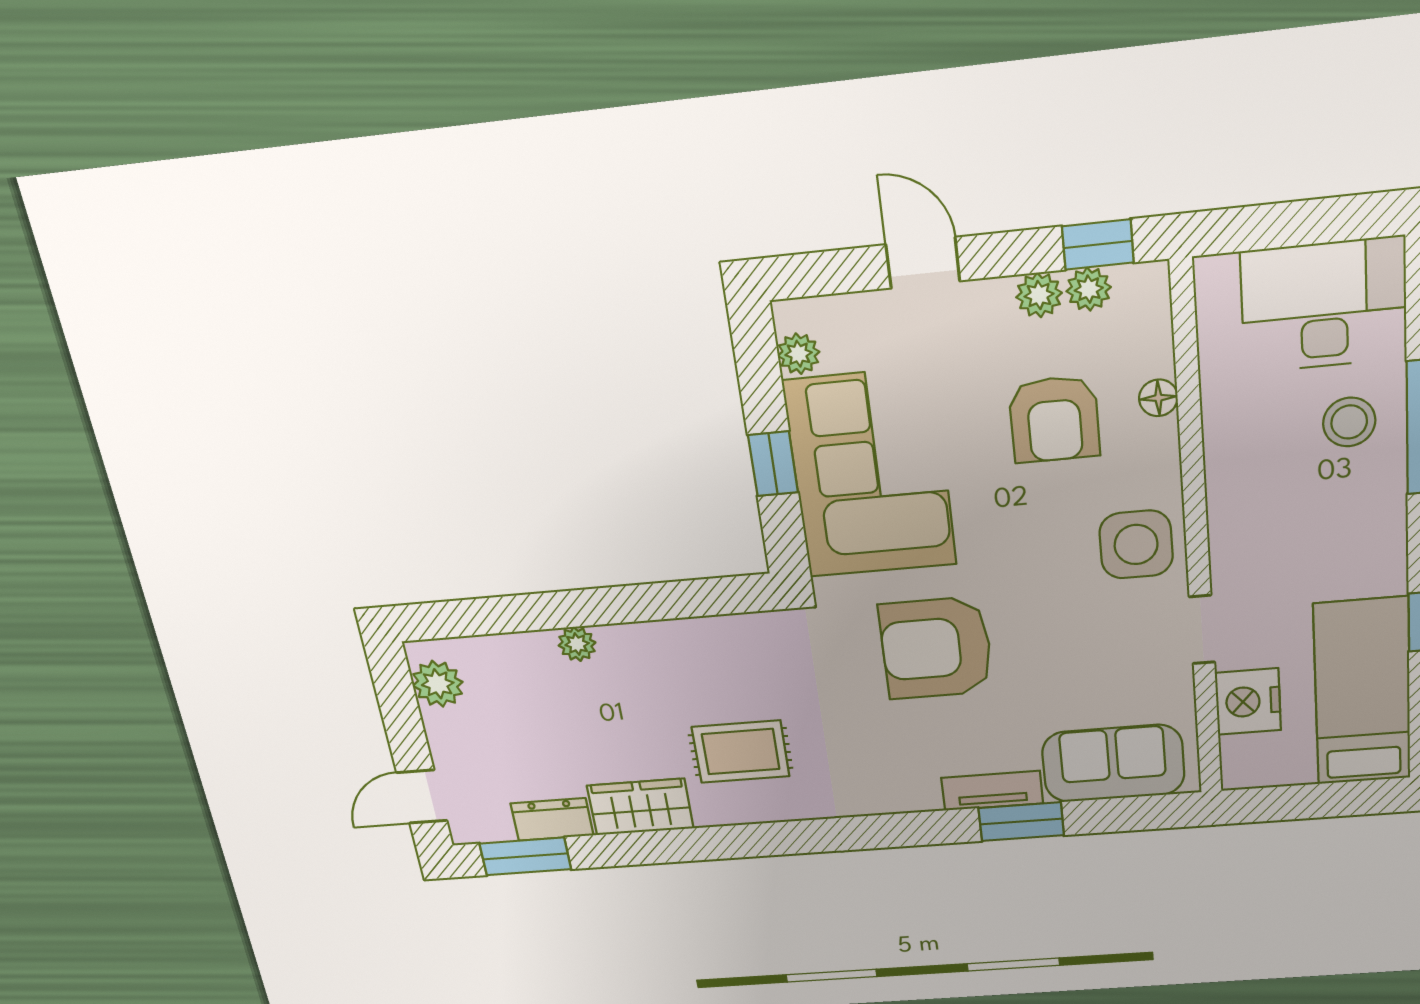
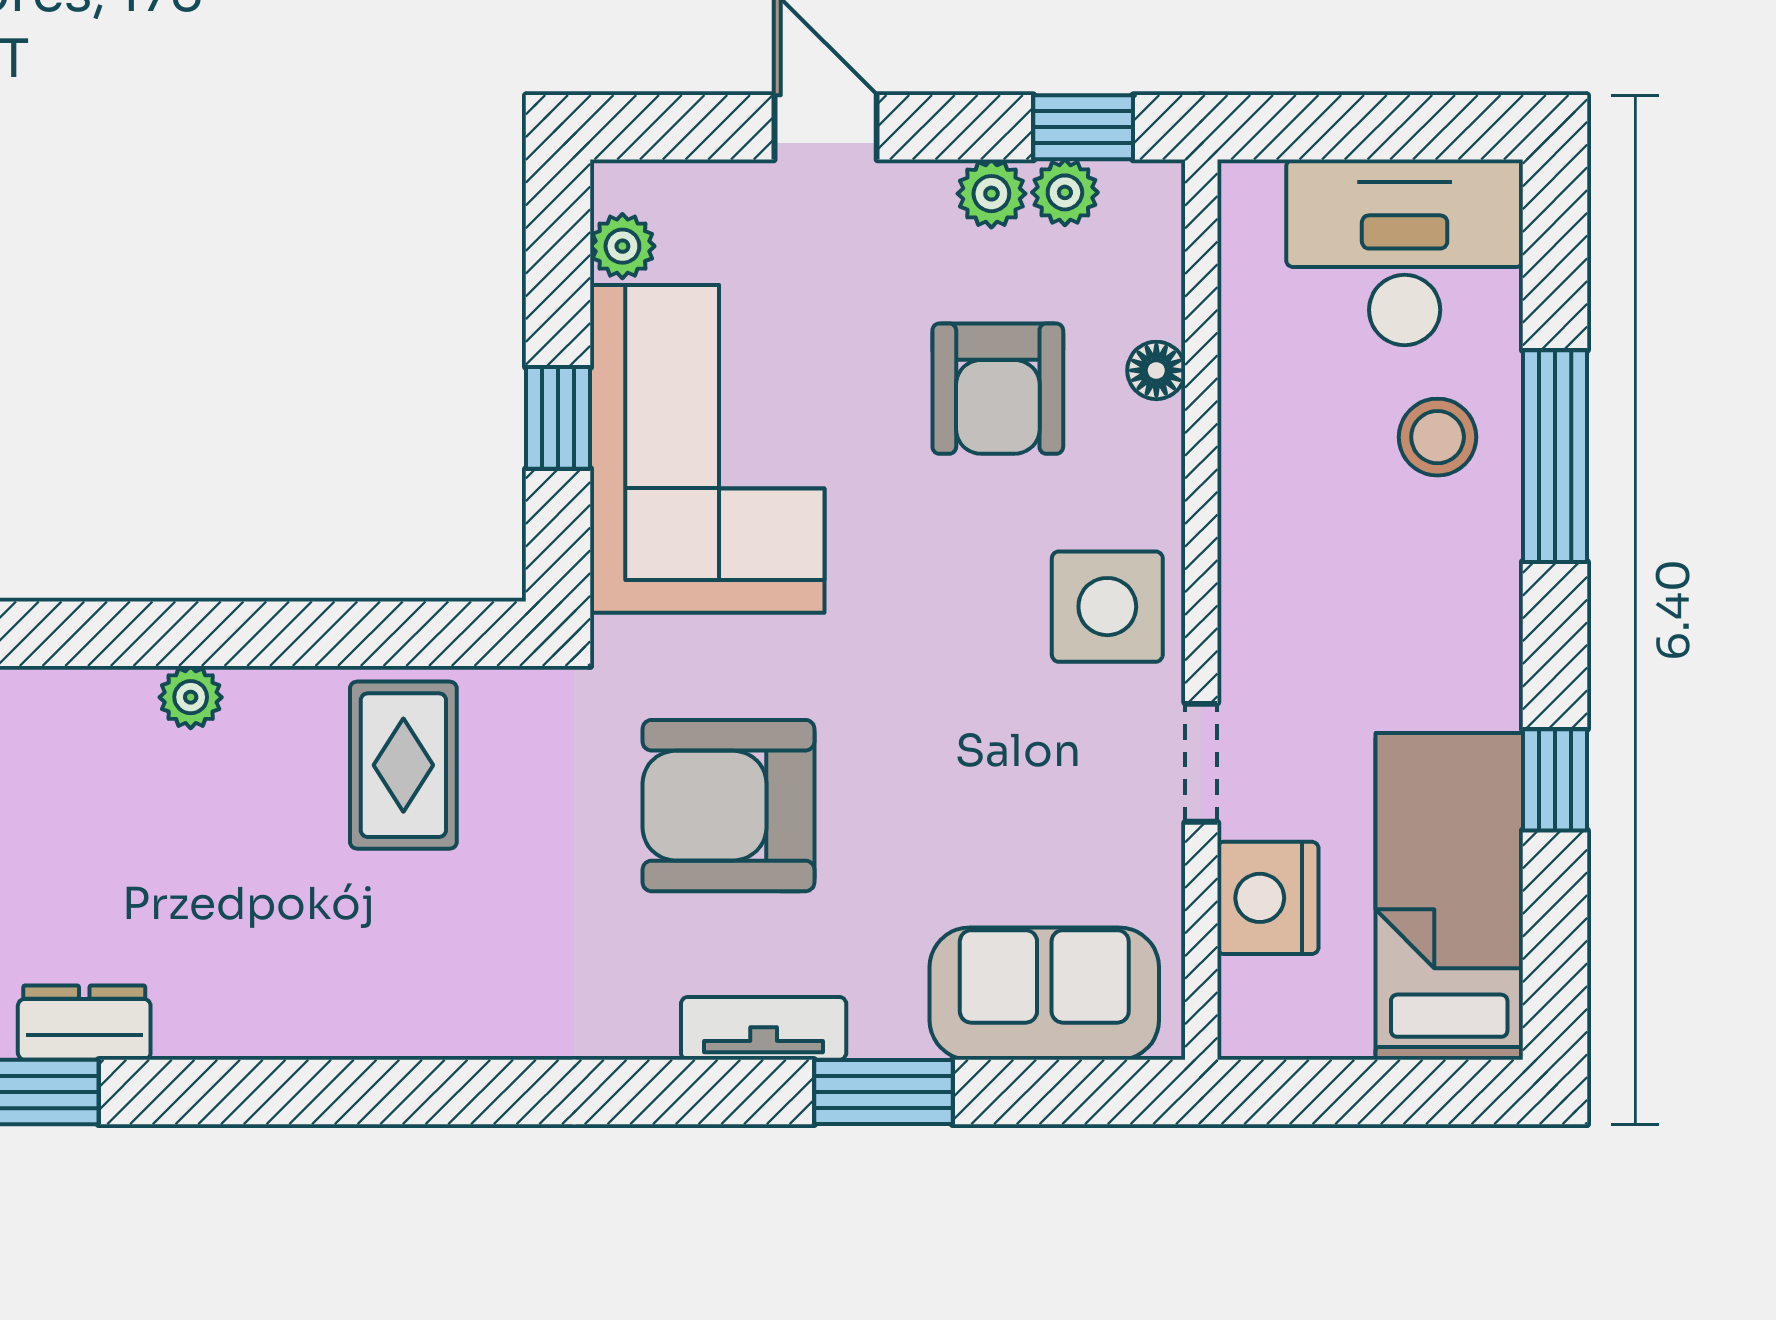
armchair: (936, 648) -> (728, 806), moved
rug: (741, 752) -> (403, 765), moved, turned 90
tv unit: (992, 791) -> (764, 1028), moved
wardrobe: (640, 807) -> (242, 1011), removed

